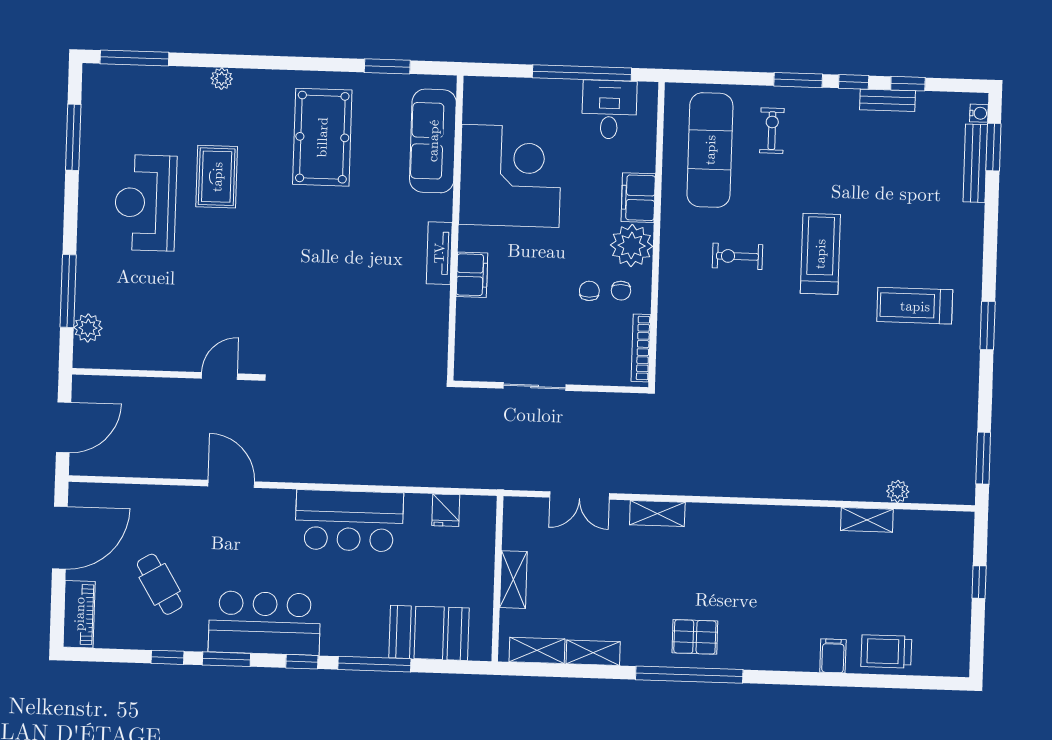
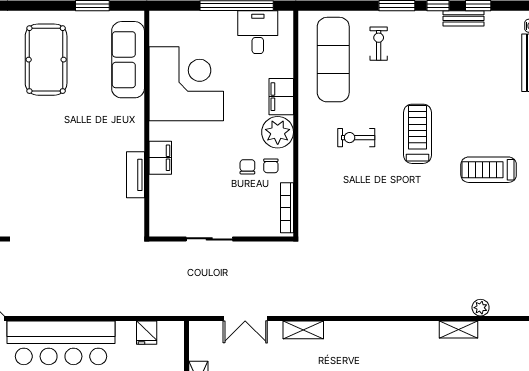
tv unit: (439, 253) -> (135, 175), moved
bar counter: (349, 521) -> (61, 343), width x1.36

